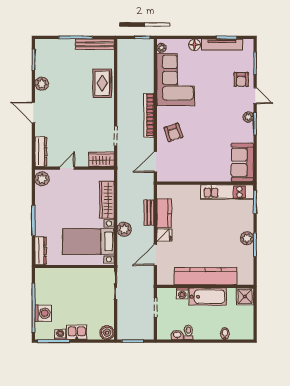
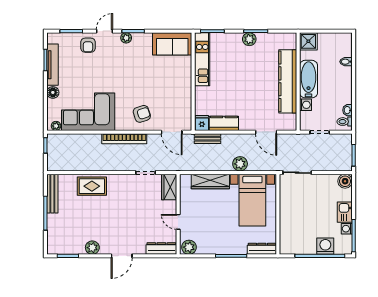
armchair: (241, 79) -> (88, 45), turned 90
bench: (149, 213) -> (207, 139), moved
fridge: (164, 235) -> (202, 123), moved
toilet: (188, 332) -> (345, 122), moved

